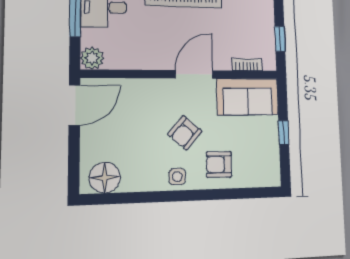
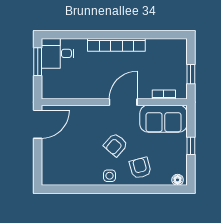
plant: (92, 58) -> (50, 91), removed
armchair: (219, 164) -> (140, 168), turned 75
floor lamp: (105, 178) -> (178, 180), moved, width x0.53, depth x0.53

